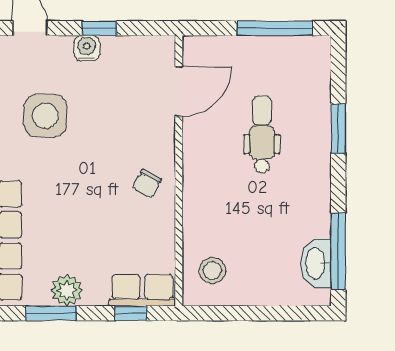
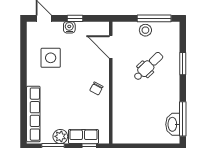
door: (179, 91) -> (111, 47), swing flipped
dental chair: (262, 134) -> (148, 66), turned 46
stool: (212, 271) -> (145, 30), moved
row of seats: (142, 290) -> (83, 137), moved

